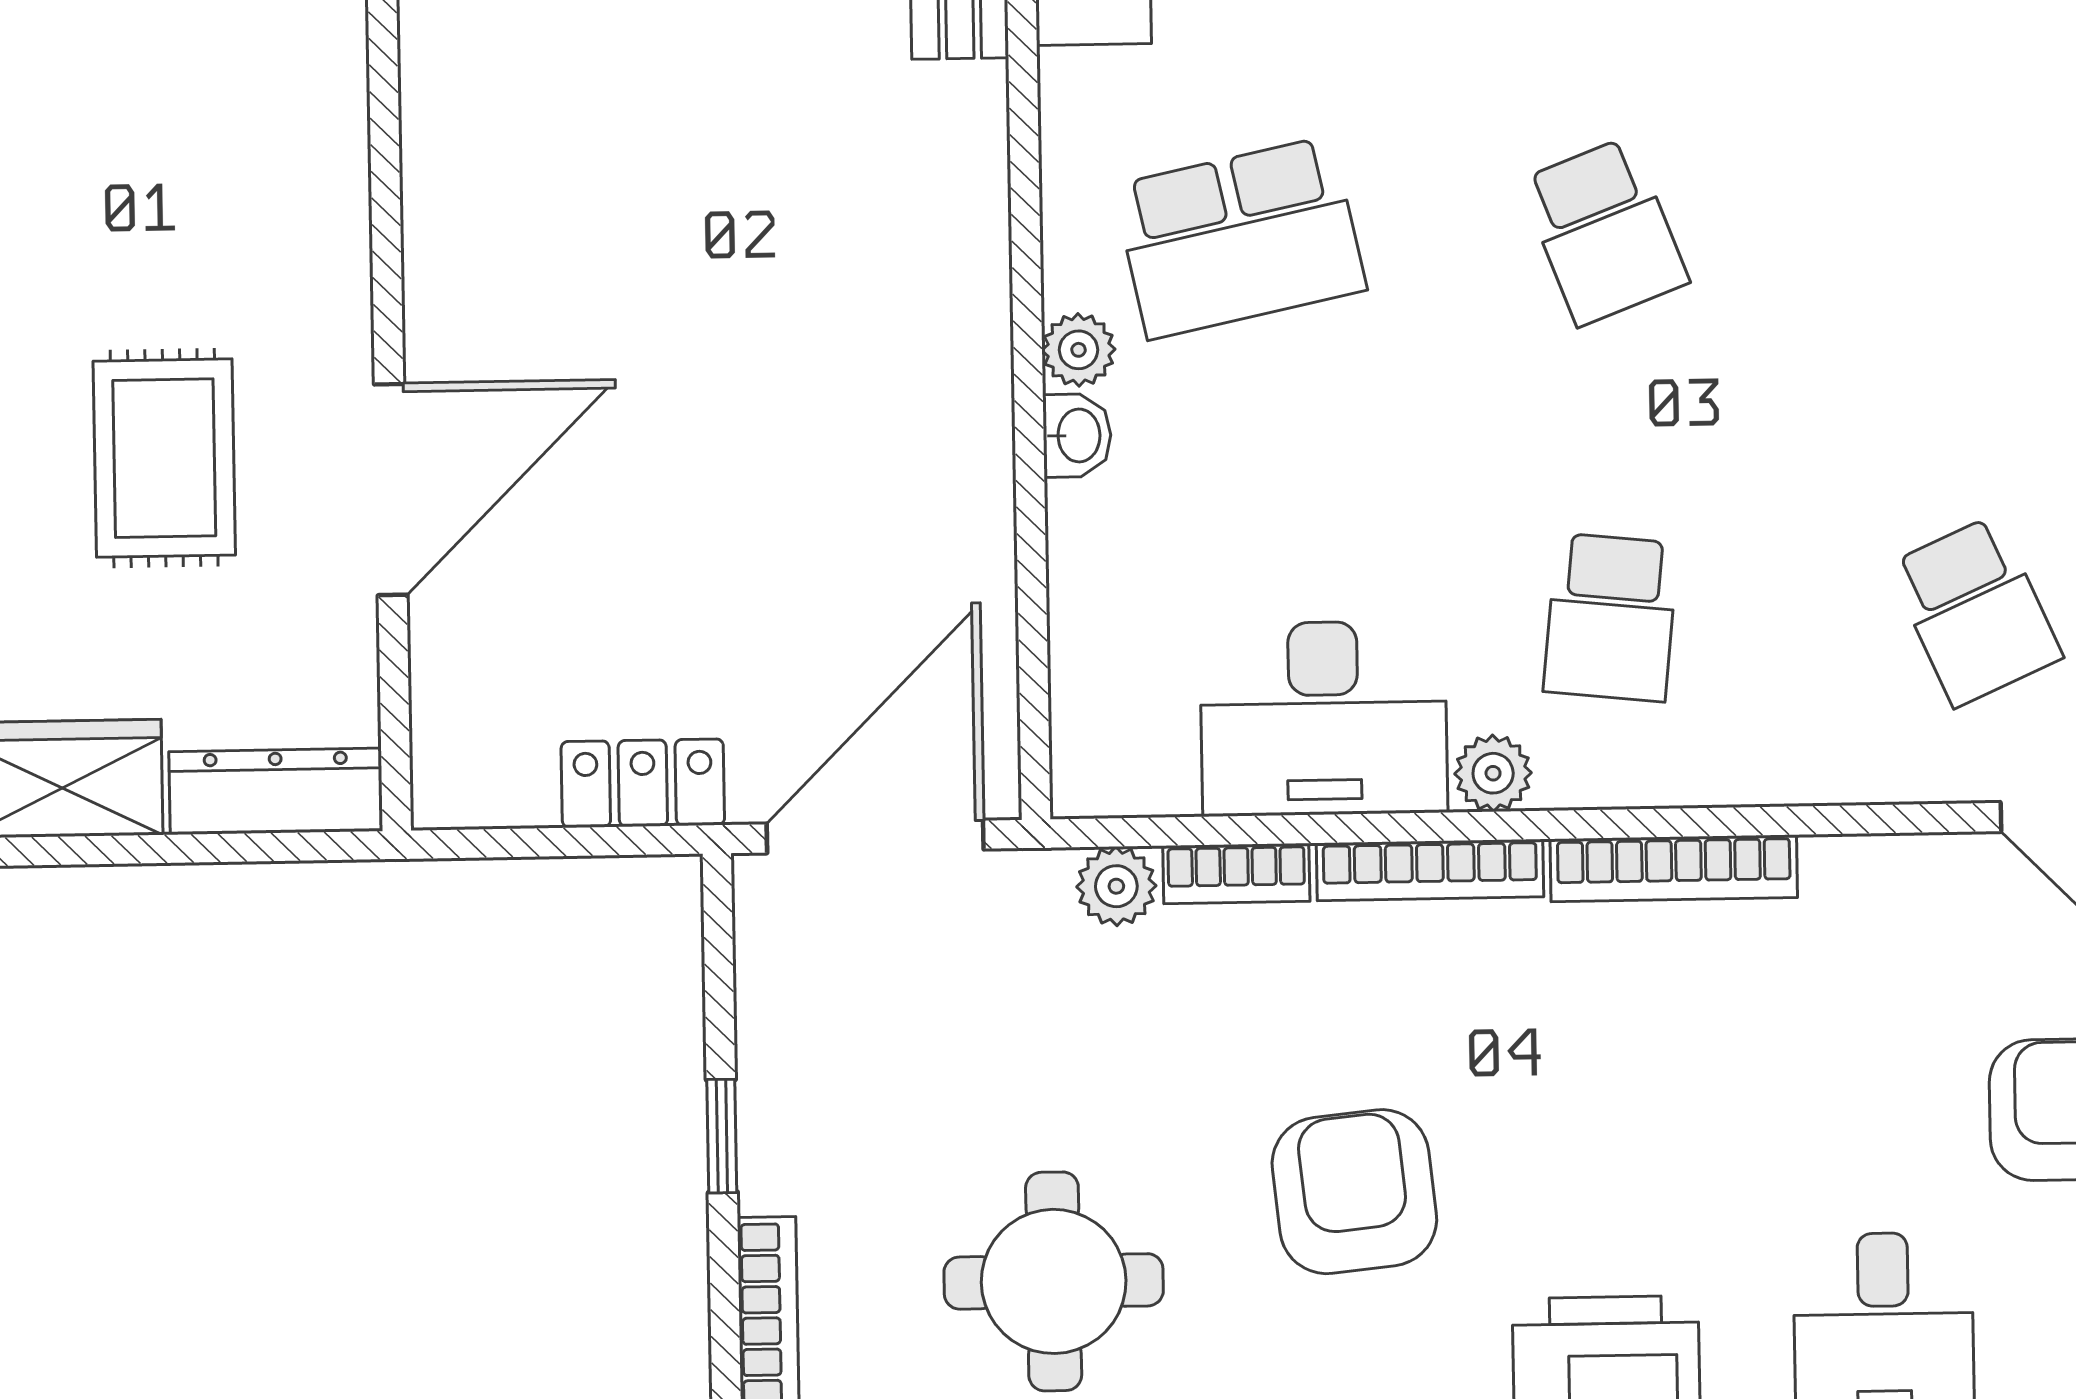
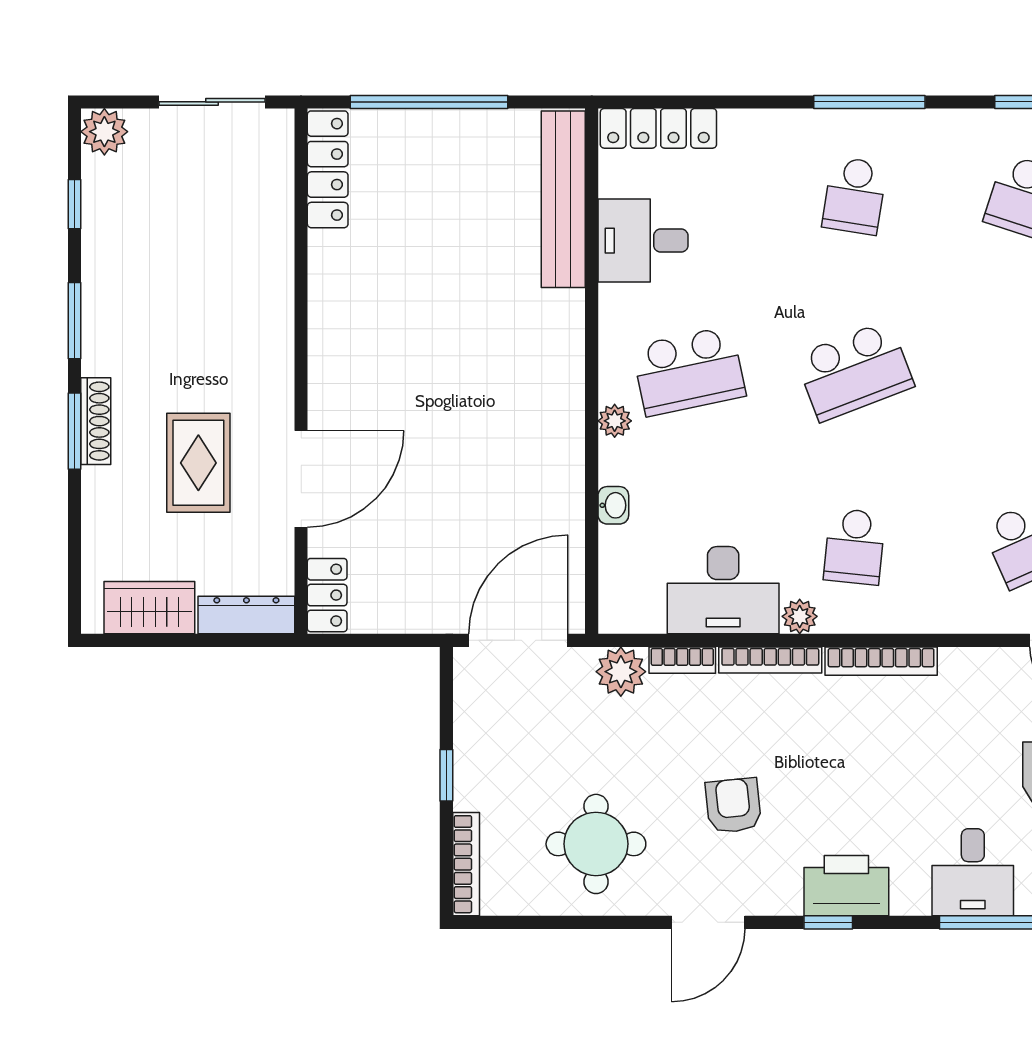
school desk: (1604, 231) -> (854, 371), width x1.85
washbasin: (1077, 435) -> (613, 505), moved
locker: (643, 783) -> (327, 595), moved, turned 90
plant: (1116, 886) -> (621, 672), width x1.38, depth x1.38
armchair: (1354, 1192) -> (733, 806), width x0.72, depth x0.72

